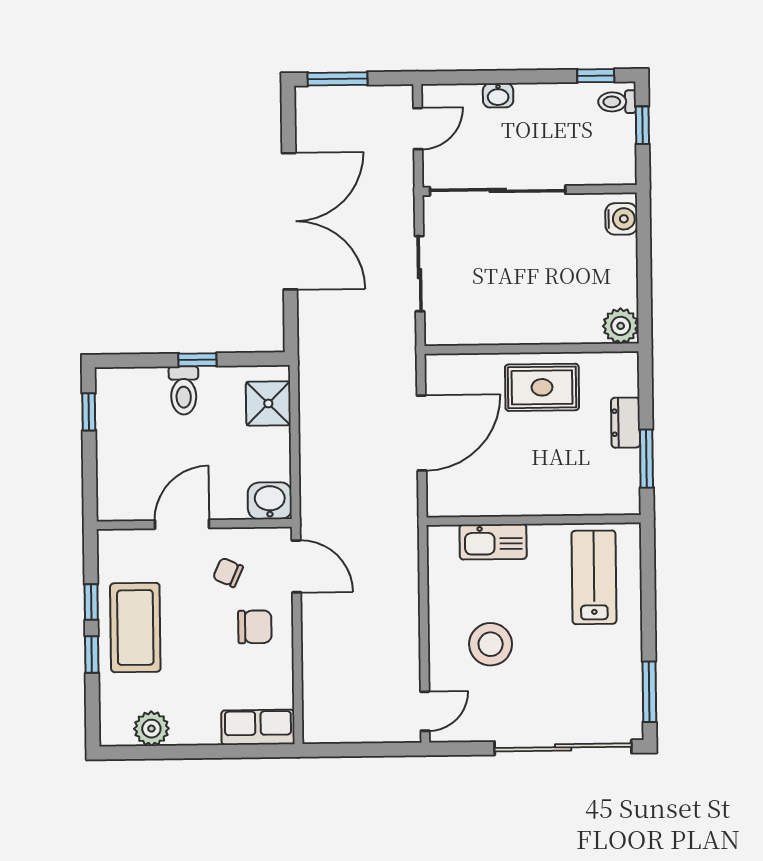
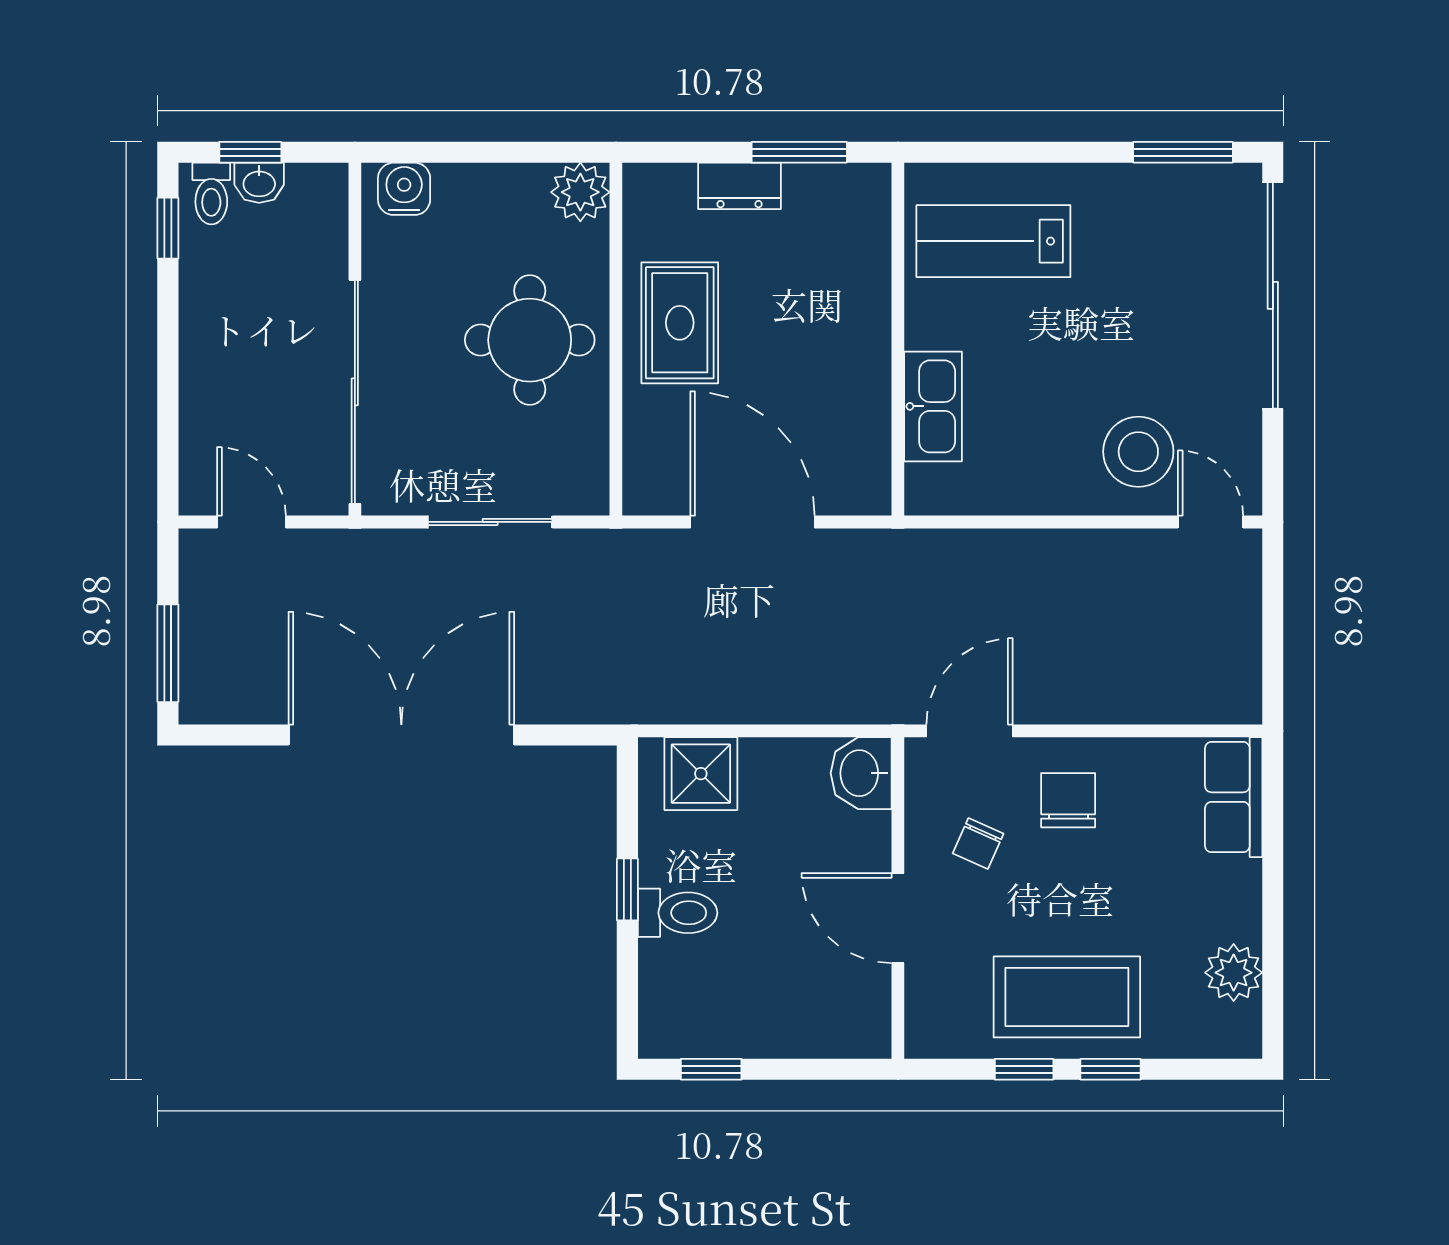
washbasin: (498, 95) -> (259, 183), moved, turned 90
round table: (530, 296) -> (530, 340), added
stool: (491, 644) -> (1138, 452), moved

